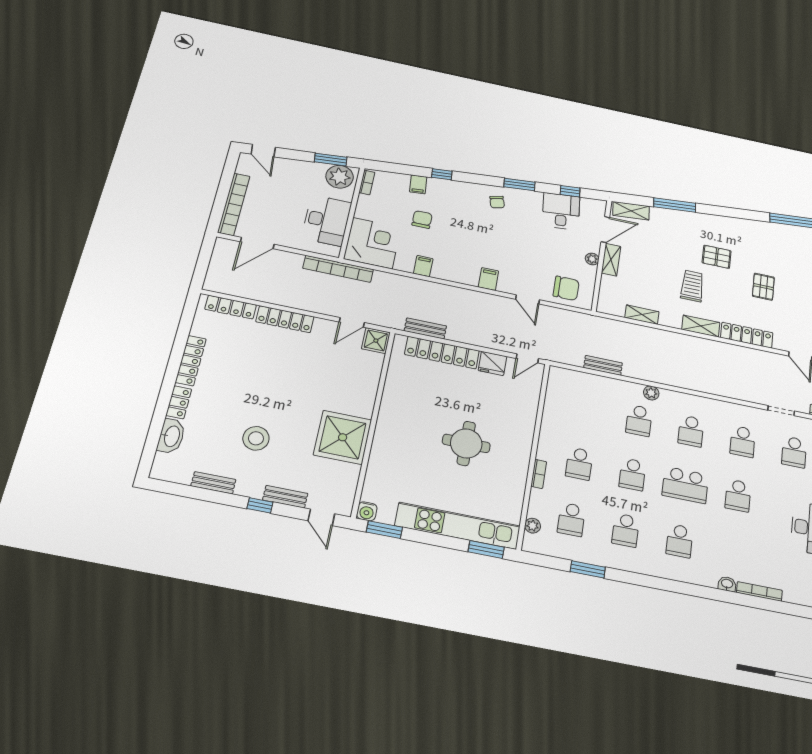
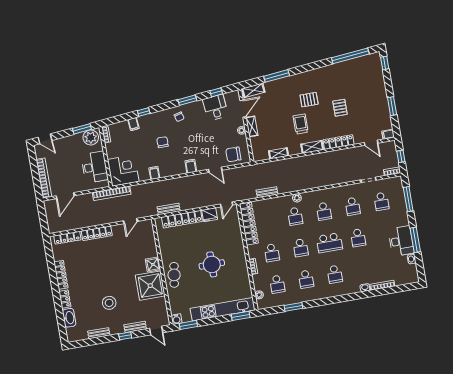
chair: (422, 219) -> (163, 142), moved
chair: (566, 288) -> (233, 154), turned 180
shower: (376, 341) -> (153, 264), moved
locker: (555, 402) -> (249, 224), added
cafe table: (393, 436) -> (174, 275), added

